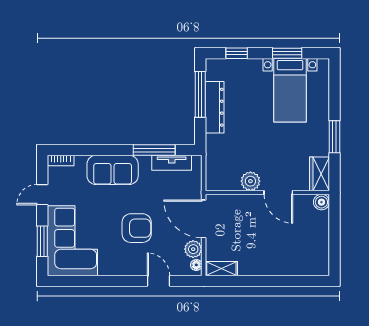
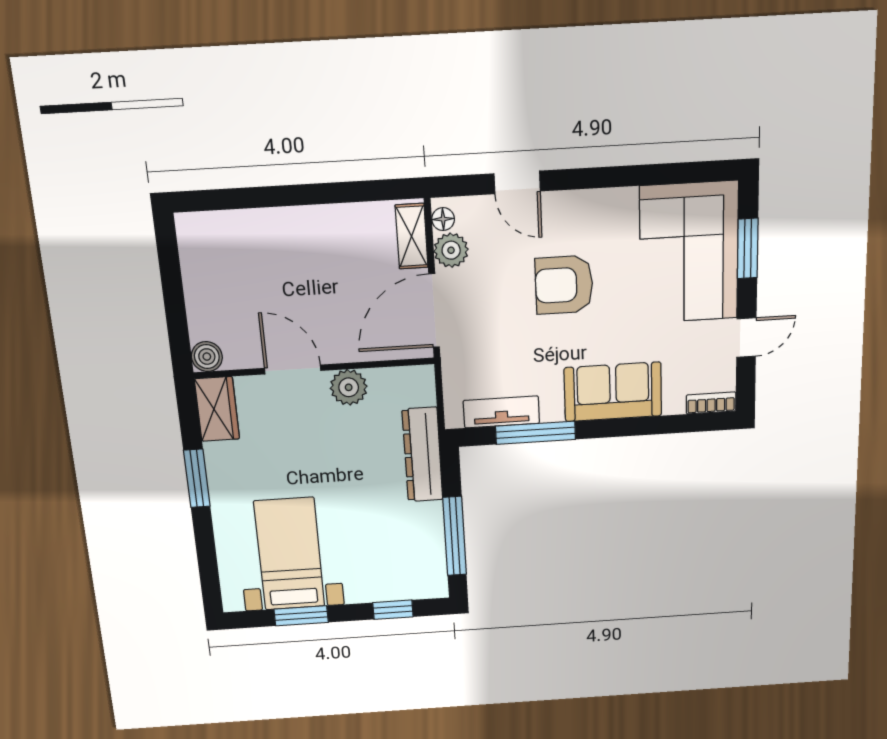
dresser: (215, 107) -> (423, 455), moved
door: (204, 219) -> (434, 311), swing flipped
shelving: (221, 269) -> (412, 236), moved, turned 90

